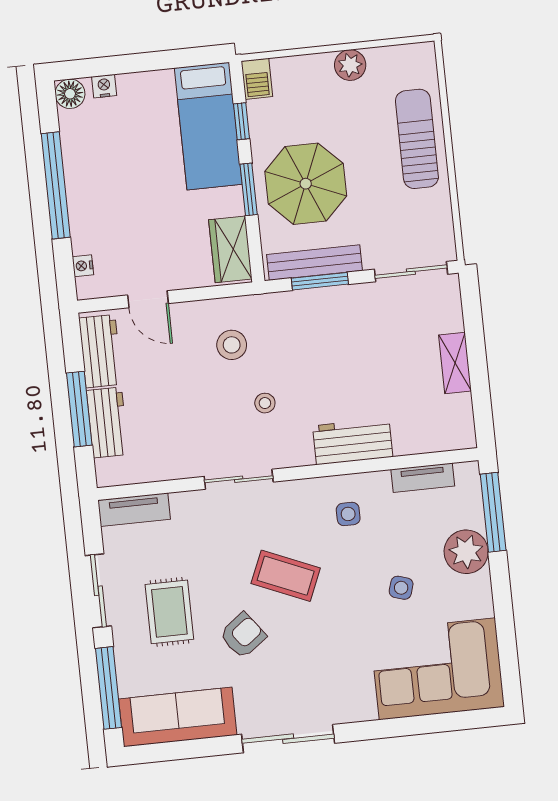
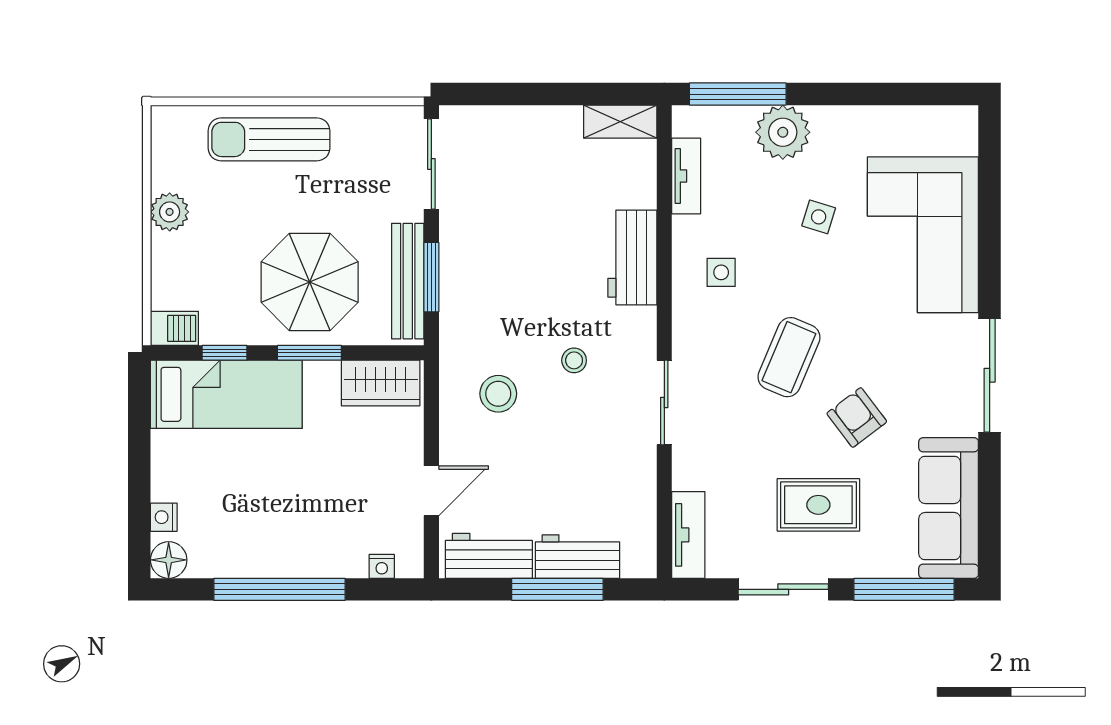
shelving: (455, 363) -> (620, 122), moved
corner sofa: (437, 669) -> (923, 235), moved

